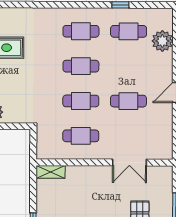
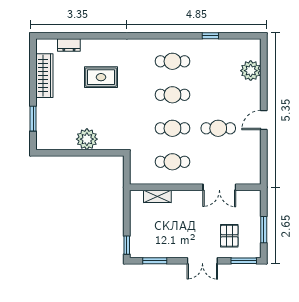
cafe table: (129, 31) -> (218, 61), removed
shelving: (51, 172) -> (157, 196), moved

